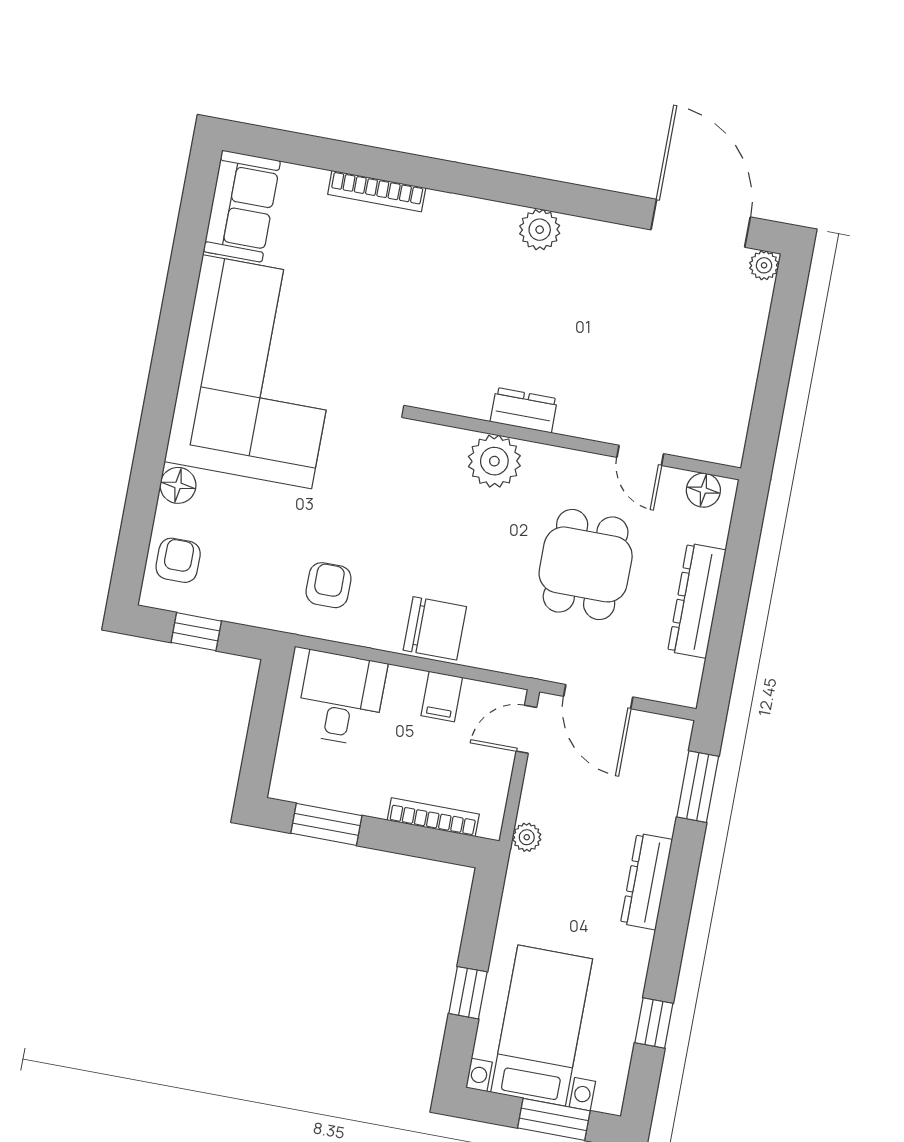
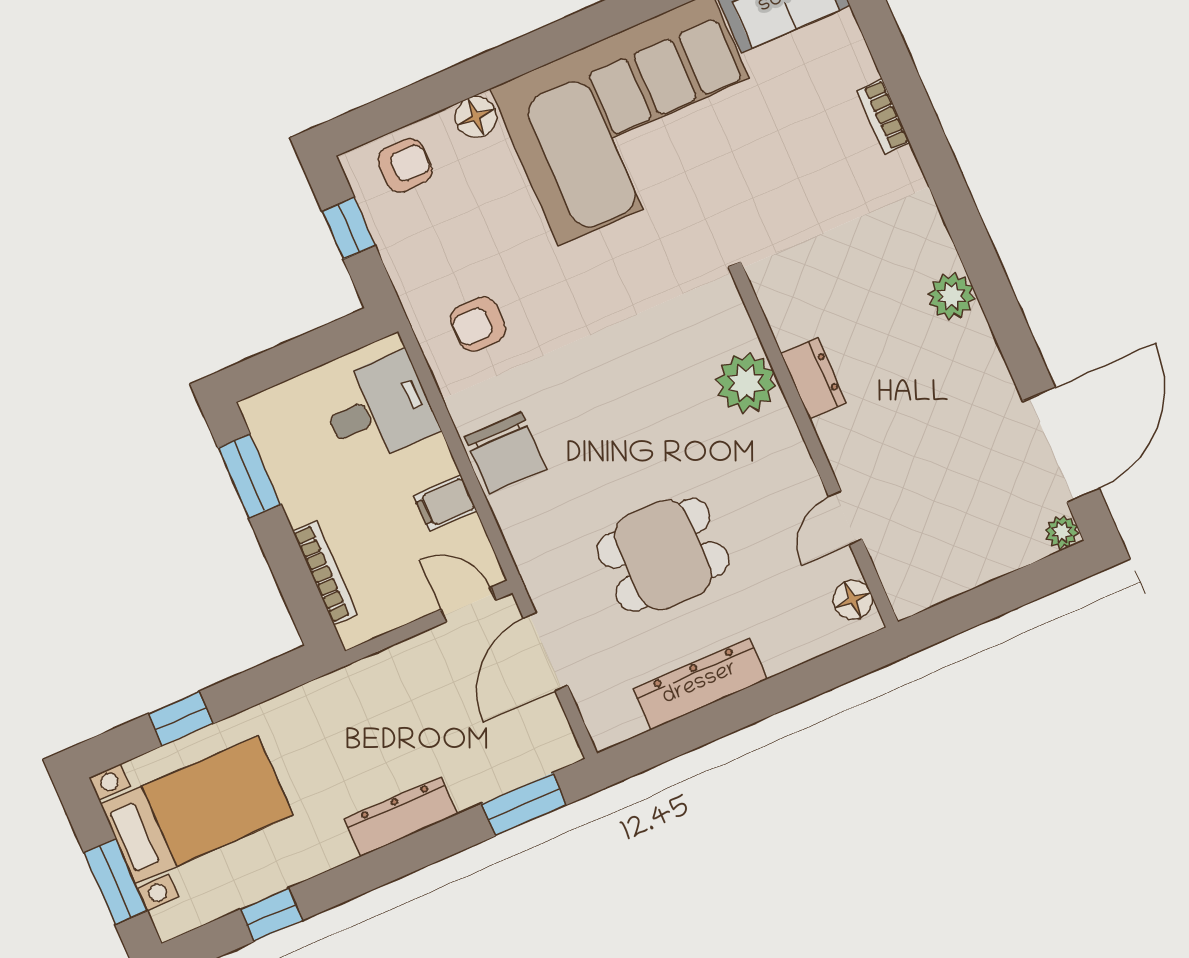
bookcase: (377, 191) -> (883, 116), width x0.64
dresser: (524, 410) -> (813, 378), moved
wall: (577, 444) -> (816, 450), moved
door: (640, 455) -> (845, 518), moved
plant: (494, 461) -> (746, 383), moved
floor lamp: (703, 490) -> (853, 600), moved
armchair: (329, 585) -> (478, 324), turned 180
plant: (527, 837) -> (366, 674), removed

